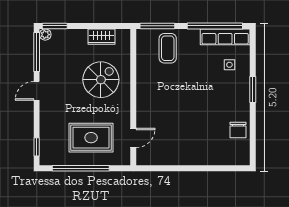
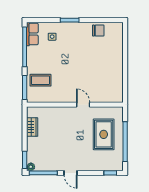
row of seats: (225, 37) -> (32, 34), width x0.68
spiral stairs: (101, 80) -> (63, 127), removed
door: (133, 138) -> (83, 105), moved

